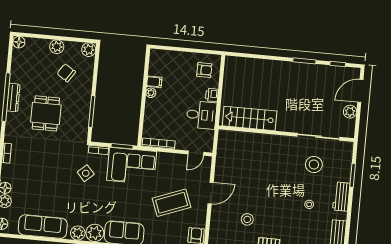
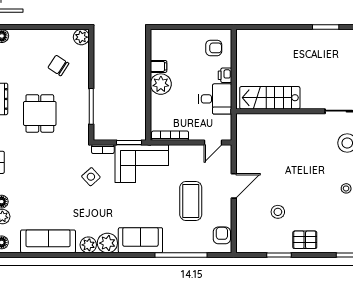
plant: (57, 47) -> (45, 37), removed
plant: (151, 93) -> (161, 84), width x1.87, depth x1.87
coffee table: (172, 203) -> (191, 201), turned -69

